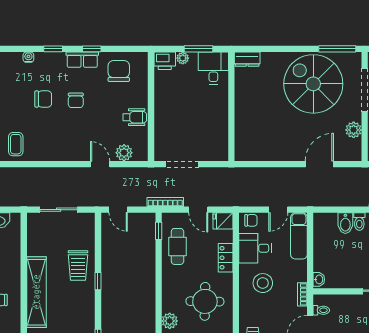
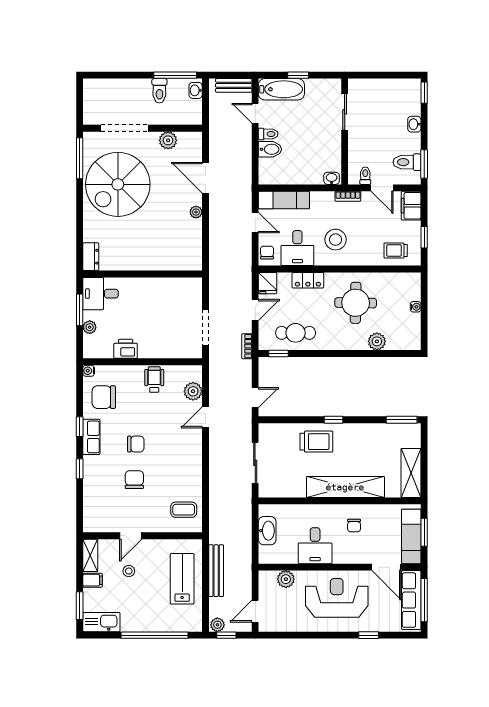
water cooler: (28, 57) -> (89, 371), moved
printer: (165, 61) -> (126, 349), moved, turned -90
plant: (288, 155) -> (196, 212), added
bookcase: (165, 202) -> (247, 346), width x0.64

